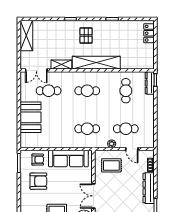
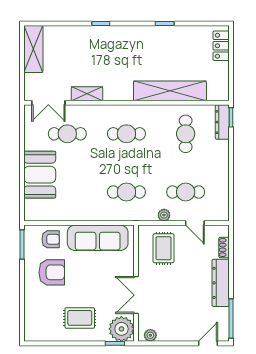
pallet: (86, 35) -> (125, 49), removed
shelving: (96, 63) -> (170, 91), moved
rug: (111, 165) -> (164, 248), turned 90

